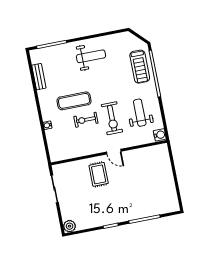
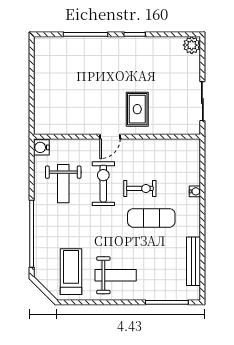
weight bench: (91, 56) -> (116, 275), turned 180
treadmill: (140, 67) -> (71, 272), moved
bench: (39, 77) -> (194, 261), width x1.36
door: (114, 152) -> (110, 137), swing flipped

